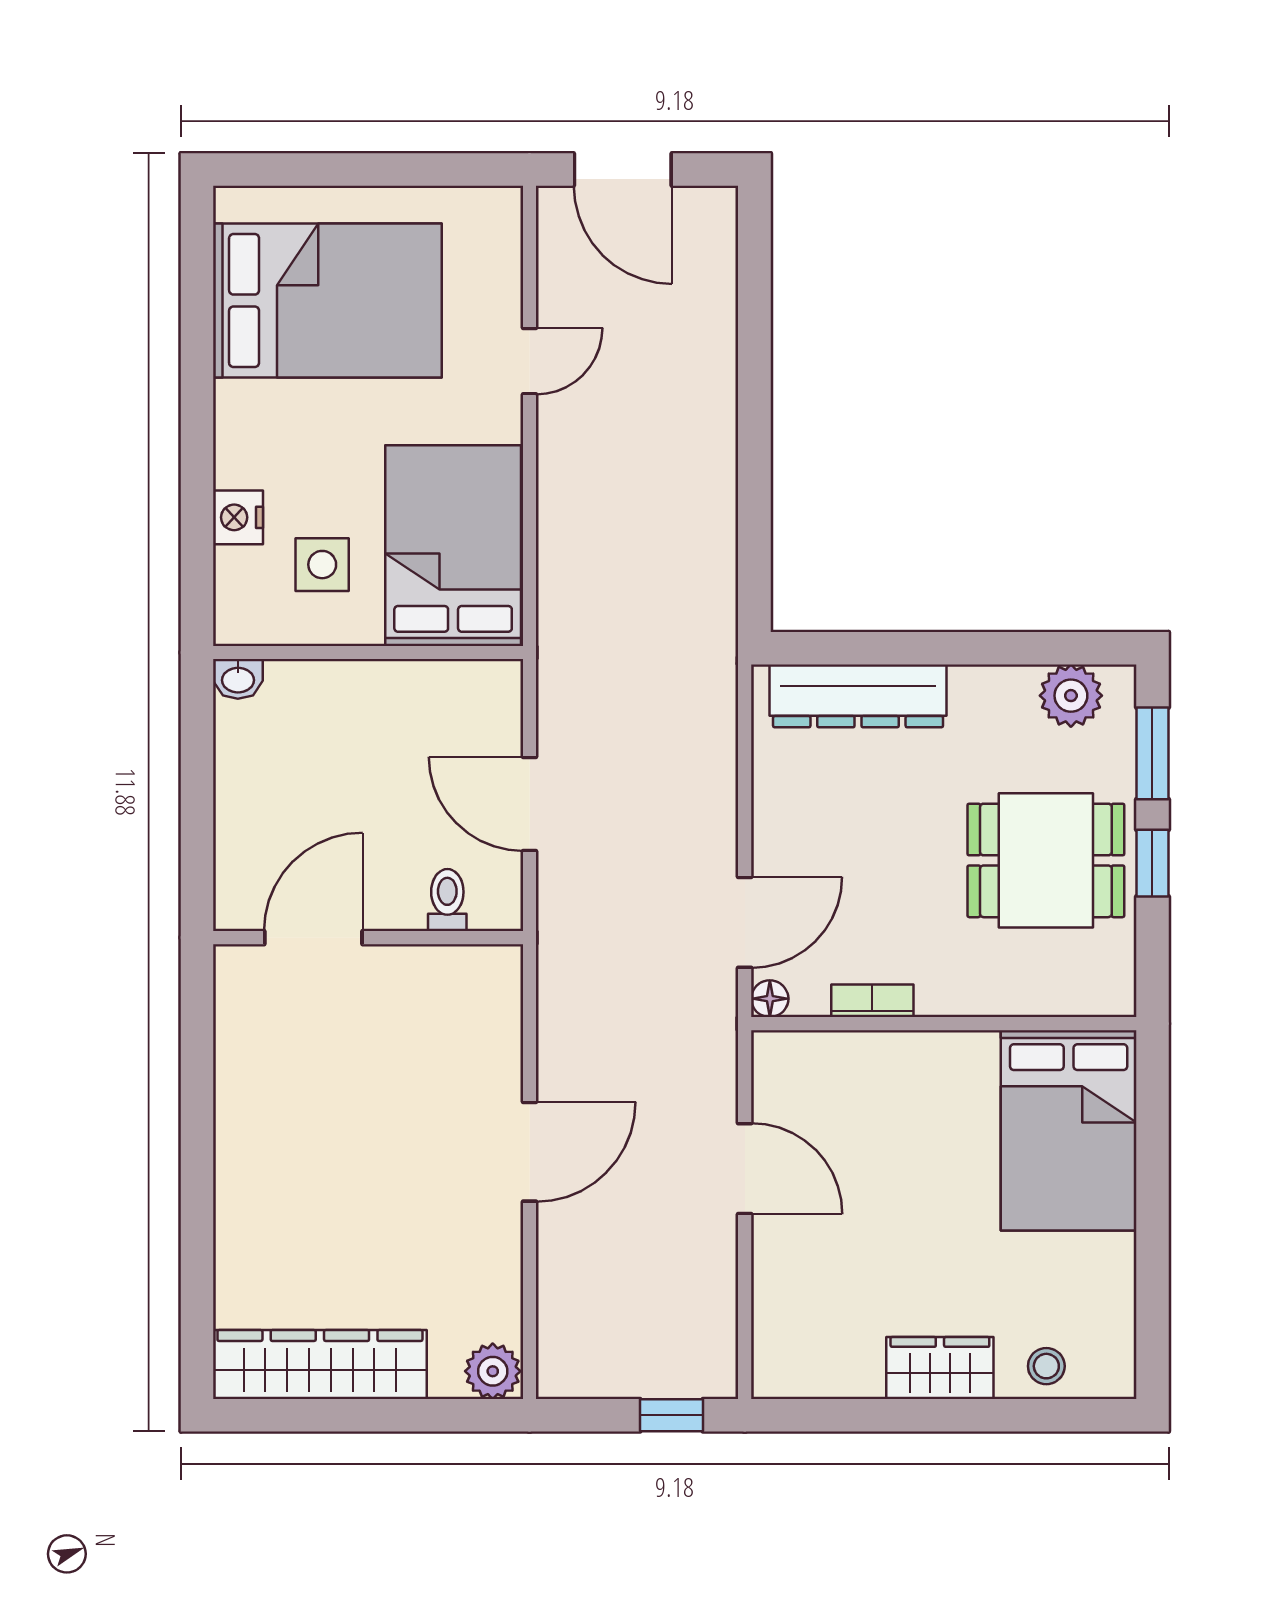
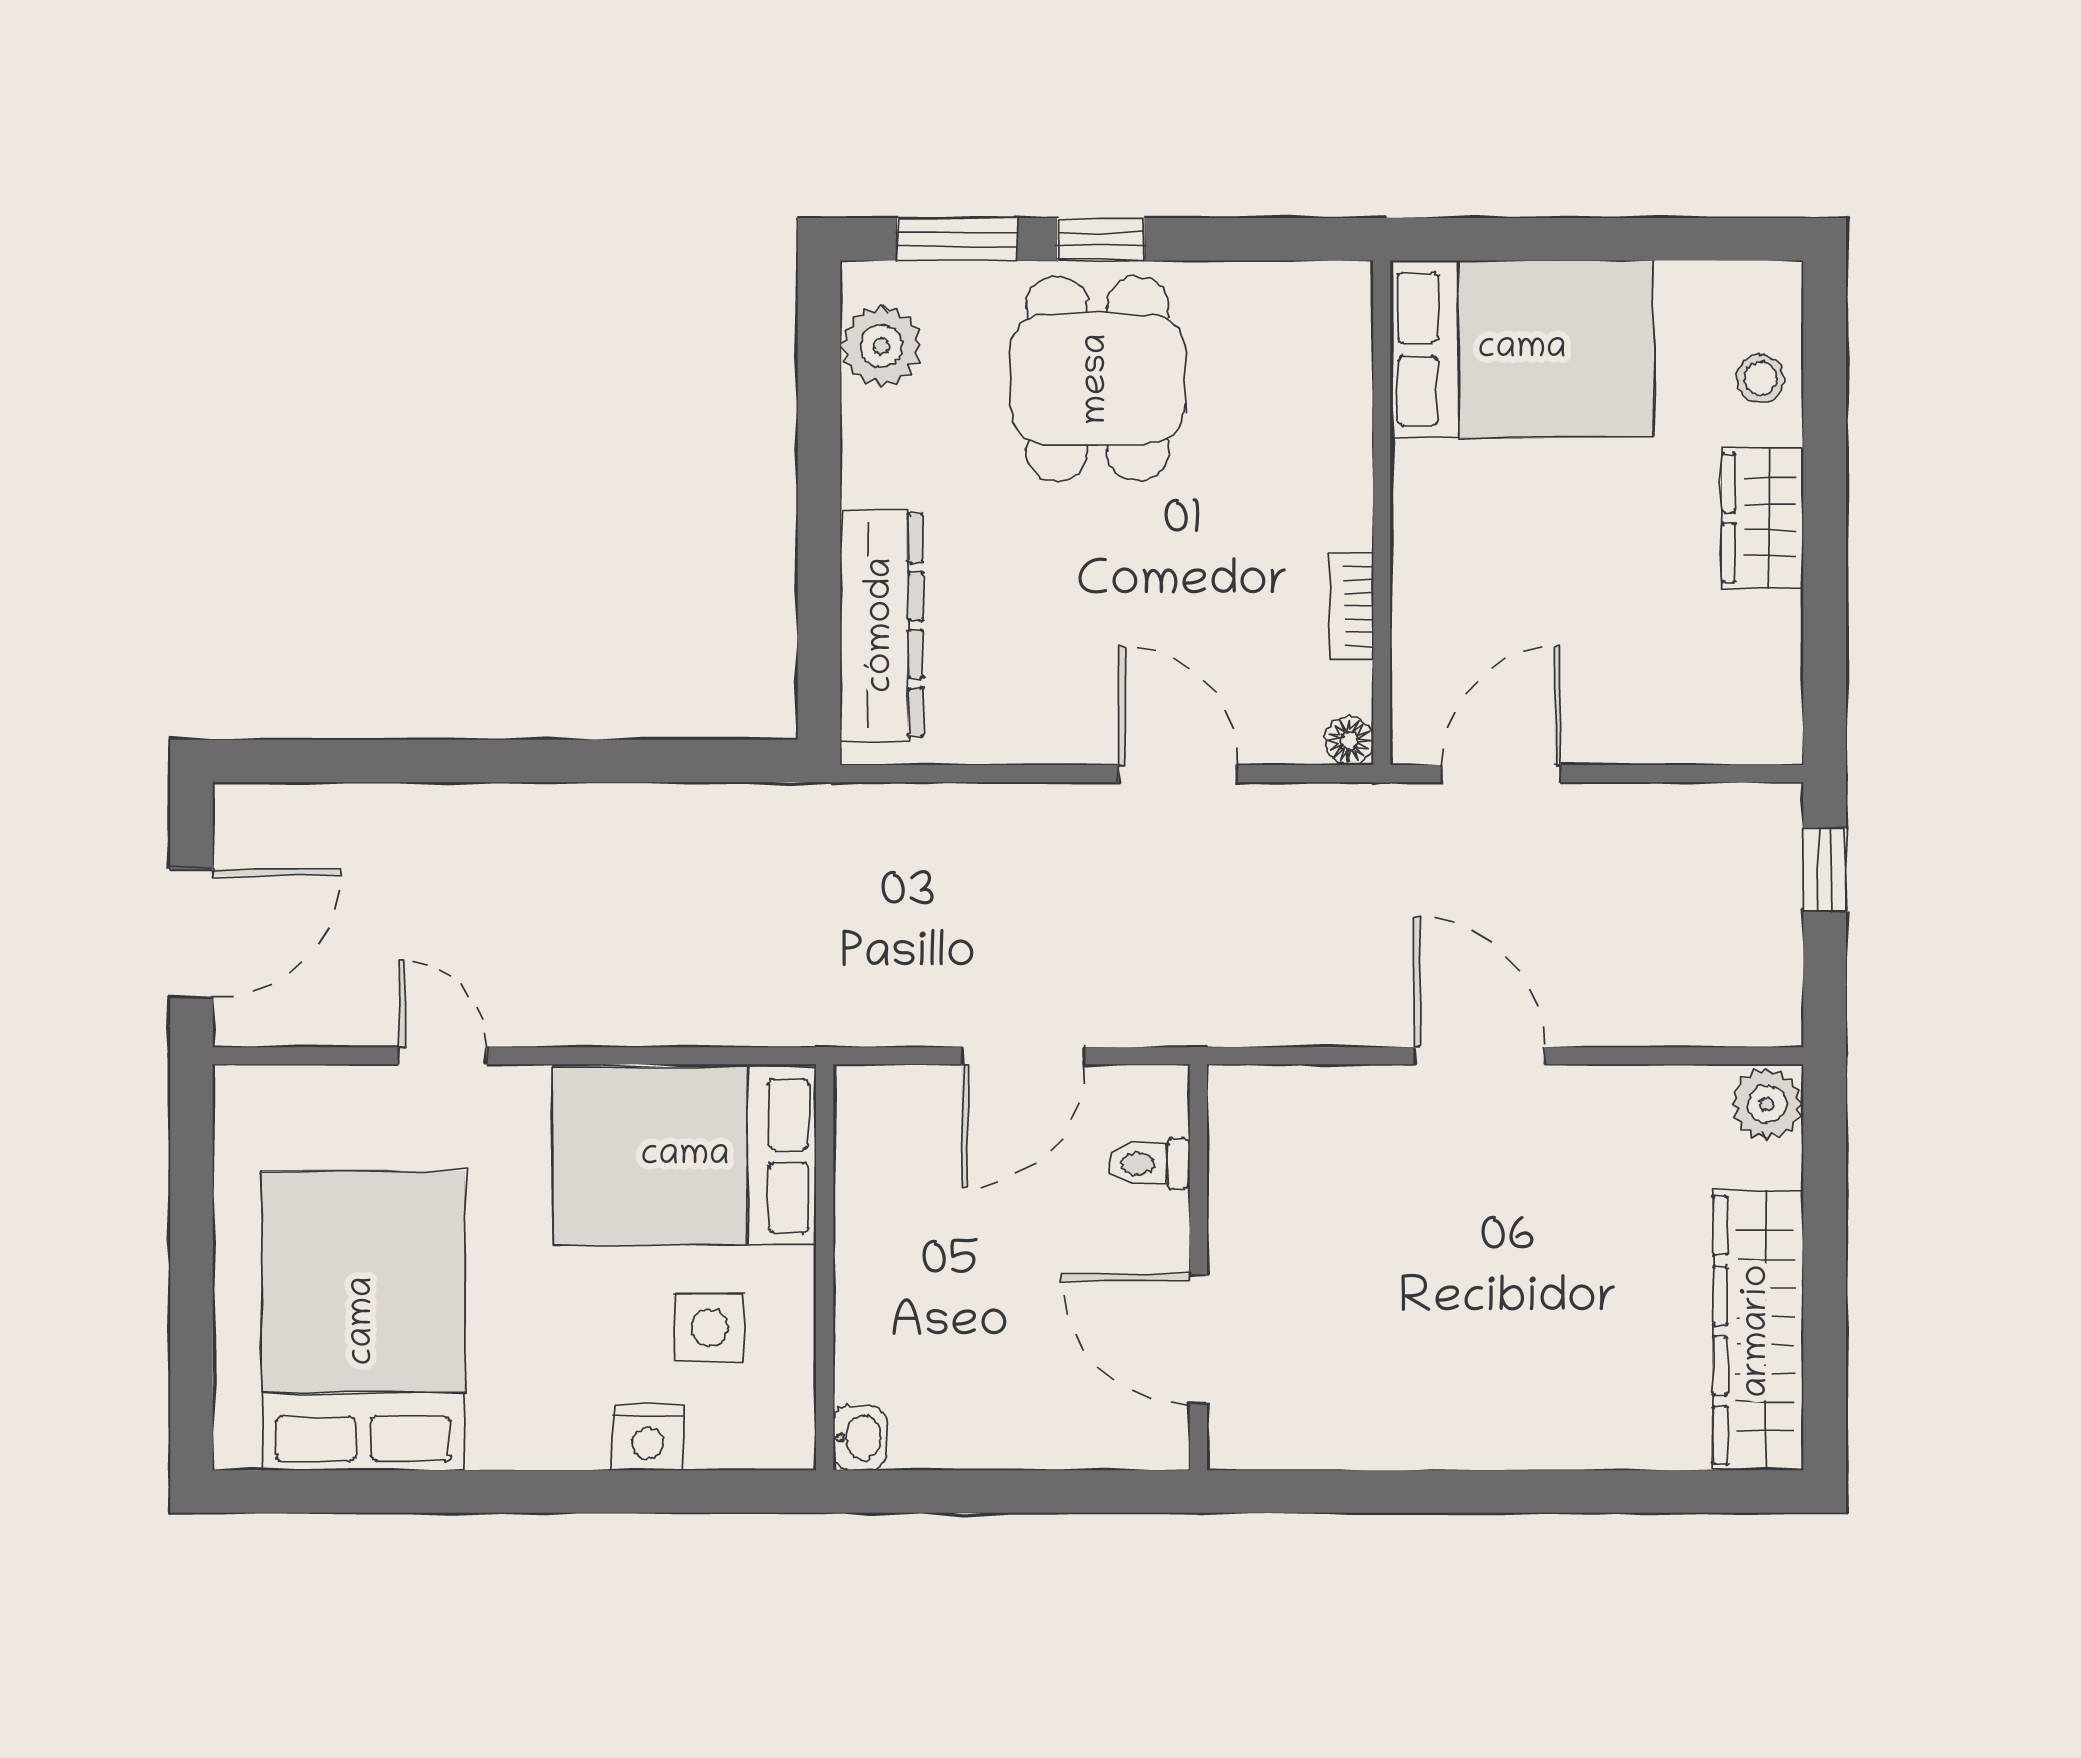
floor lamp: (770, 999) -> (1349, 741), moved
bookcase: (872, 1001) -> (1352, 606), moved
wall: (944, 1024) -> (1382, 513), moved
bed: (1069, 1130) -> (1522, 349), moved

